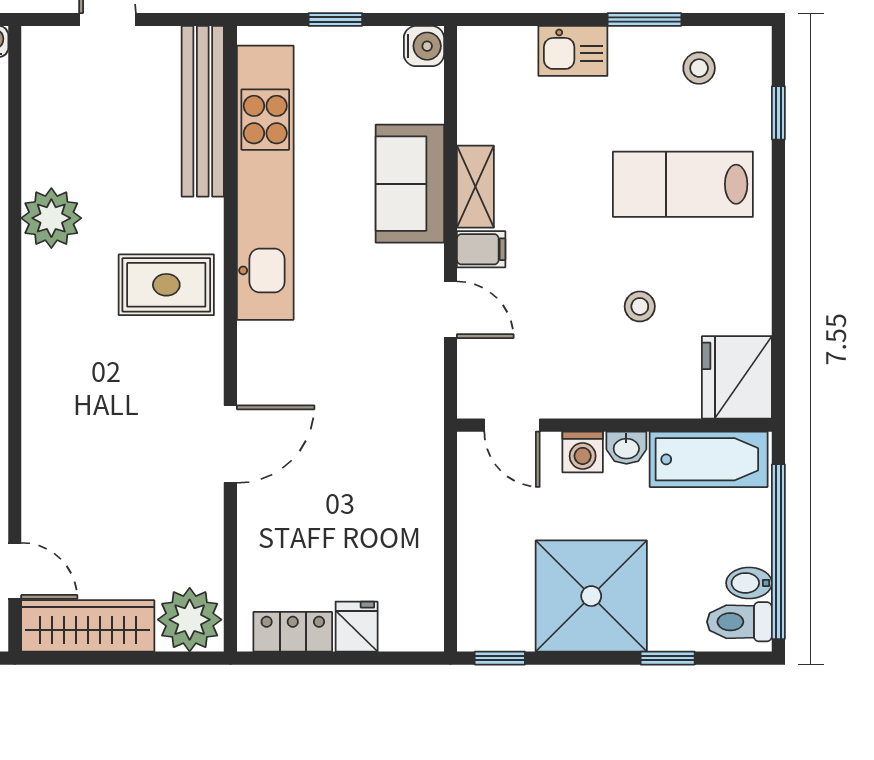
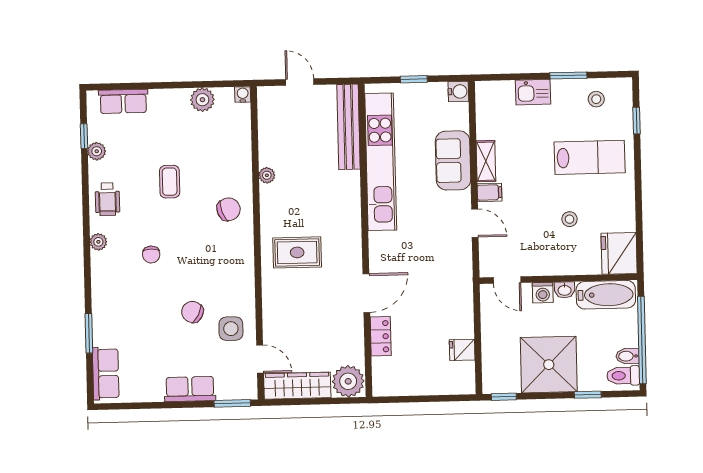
lab bench: (683, 184) -> (590, 157), turned 180
plant: (51, 218) -> (267, 175), width x0.53, depth x0.53
rug: (166, 285) -> (297, 252), moved
fridge: (357, 627) -> (462, 350), moved, turned -90
locker: (293, 632) -> (381, 336), moved, turned 90

